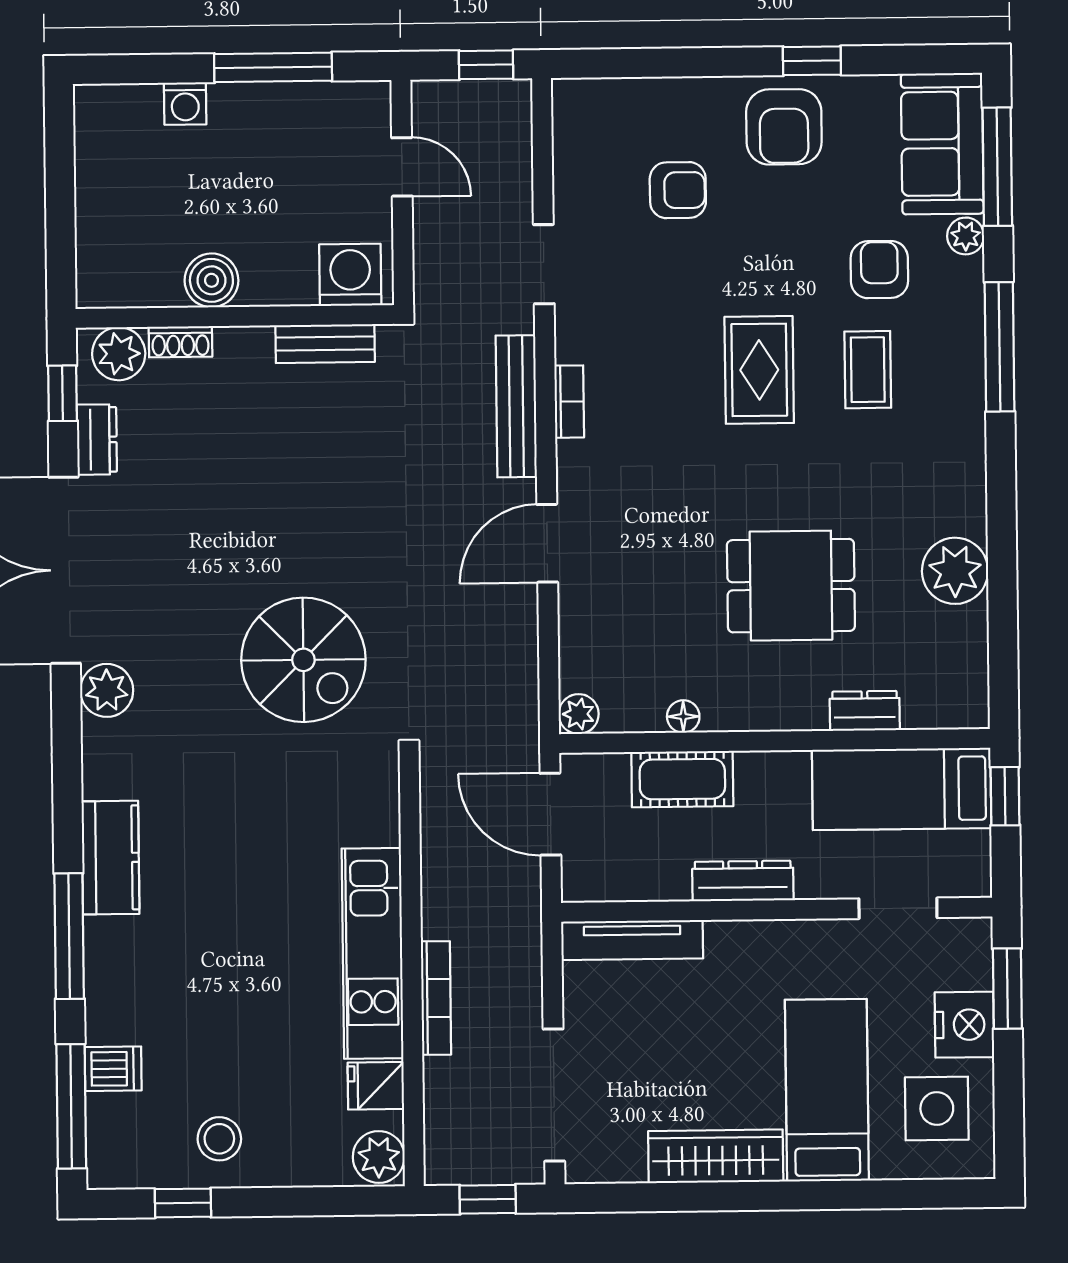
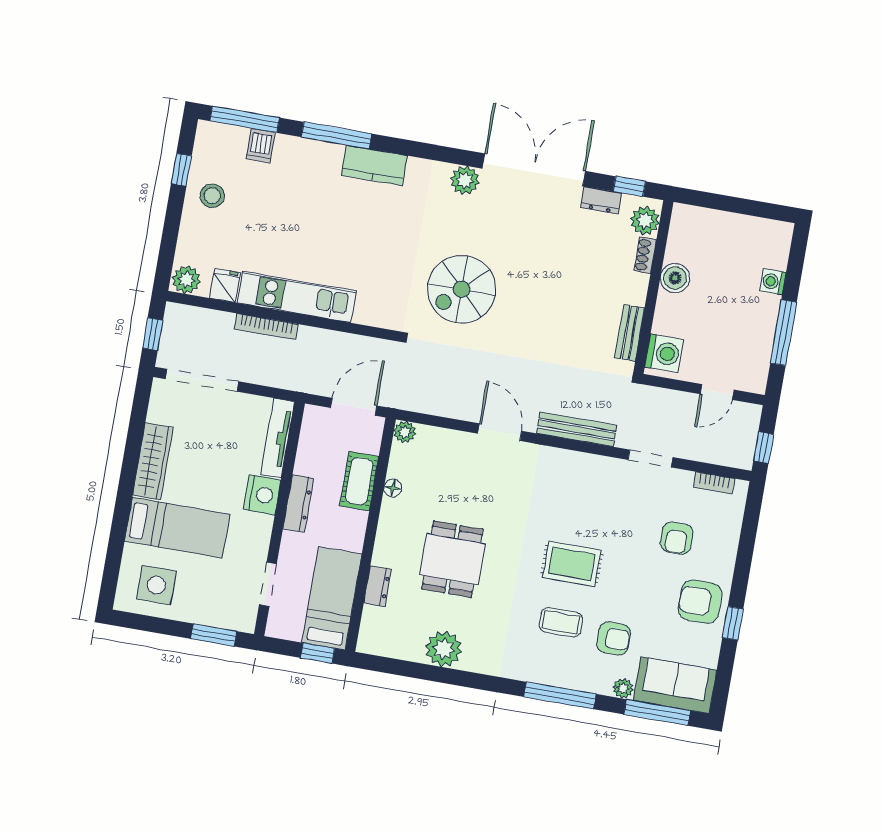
bookcase: (569, 402) -> (714, 483), moved
nightstand: (964, 1025) -> (262, 495), moved, turned -90

